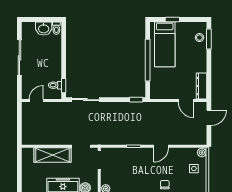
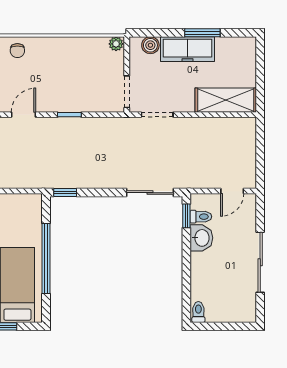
washbasin: (44, 28) -> (201, 238), moved, turned 90
shelving: (53, 155) -> (226, 100), moved

